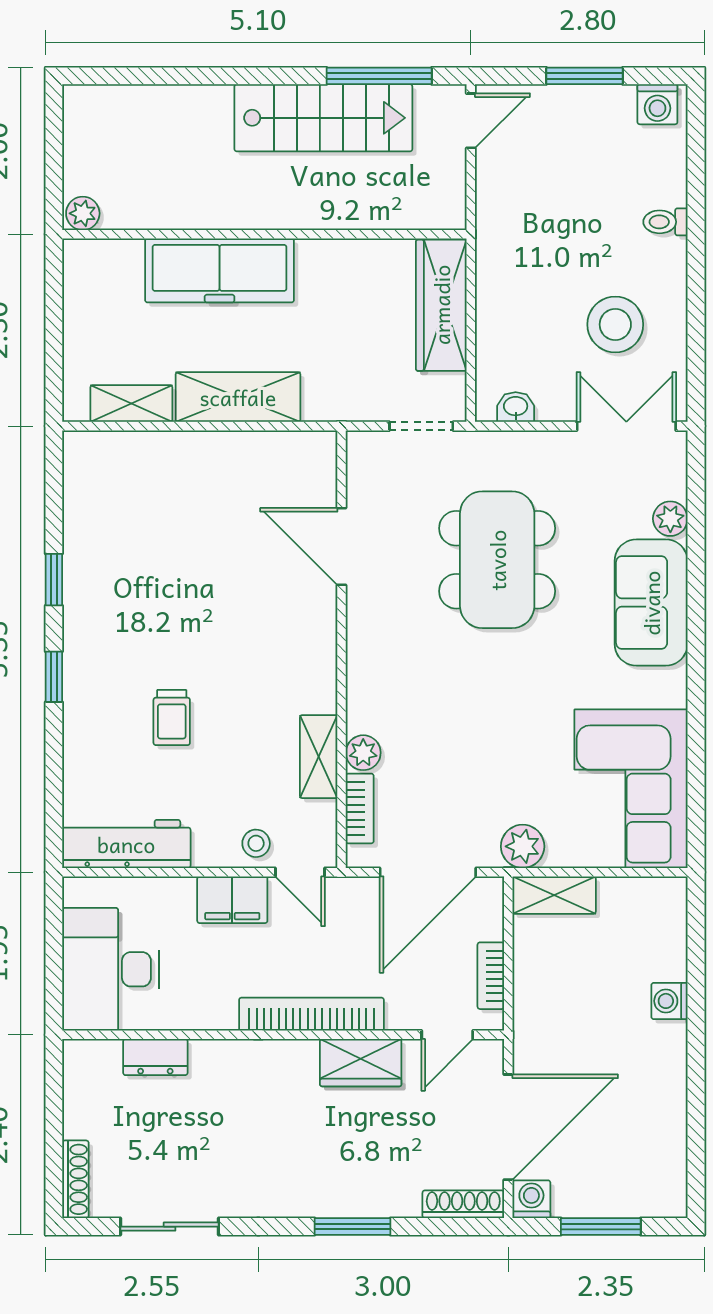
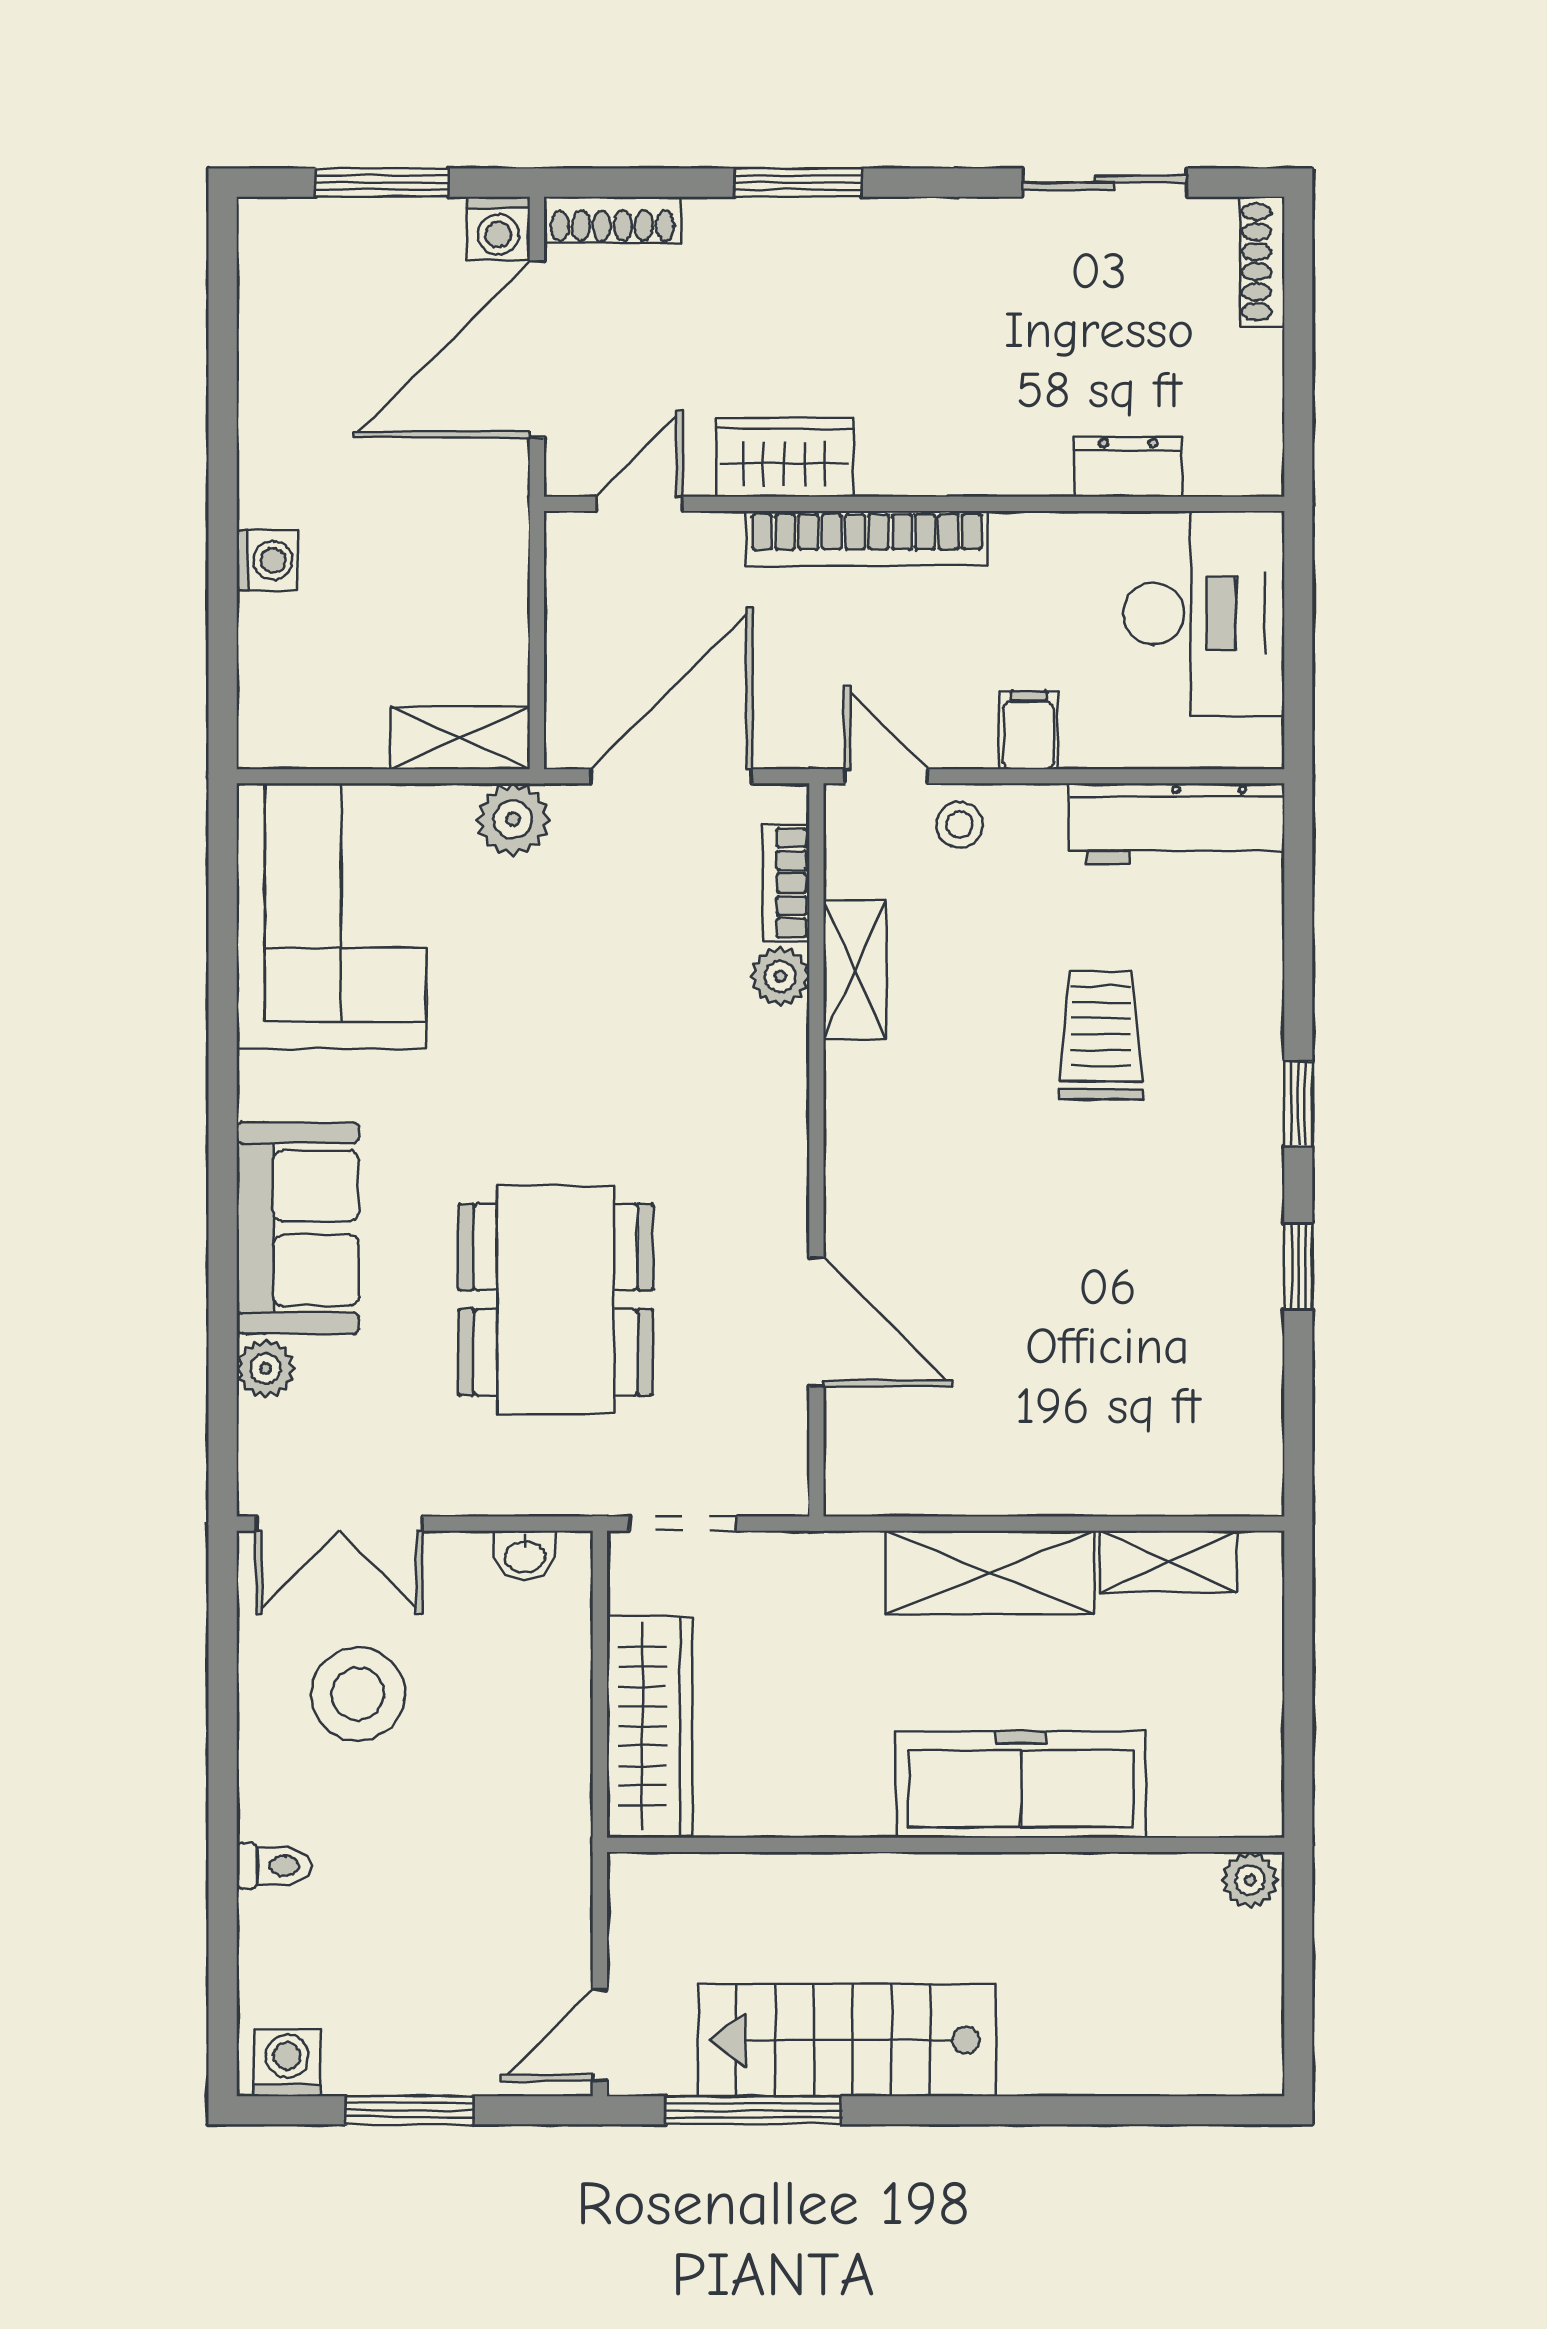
trolley: (172, 718) -> (1101, 1035), width x1.36, depth x1.39
filing cabinet: (232, 900) -> (1029, 730), width x0.50
bookcase: (491, 976) -> (566, 603), removed

